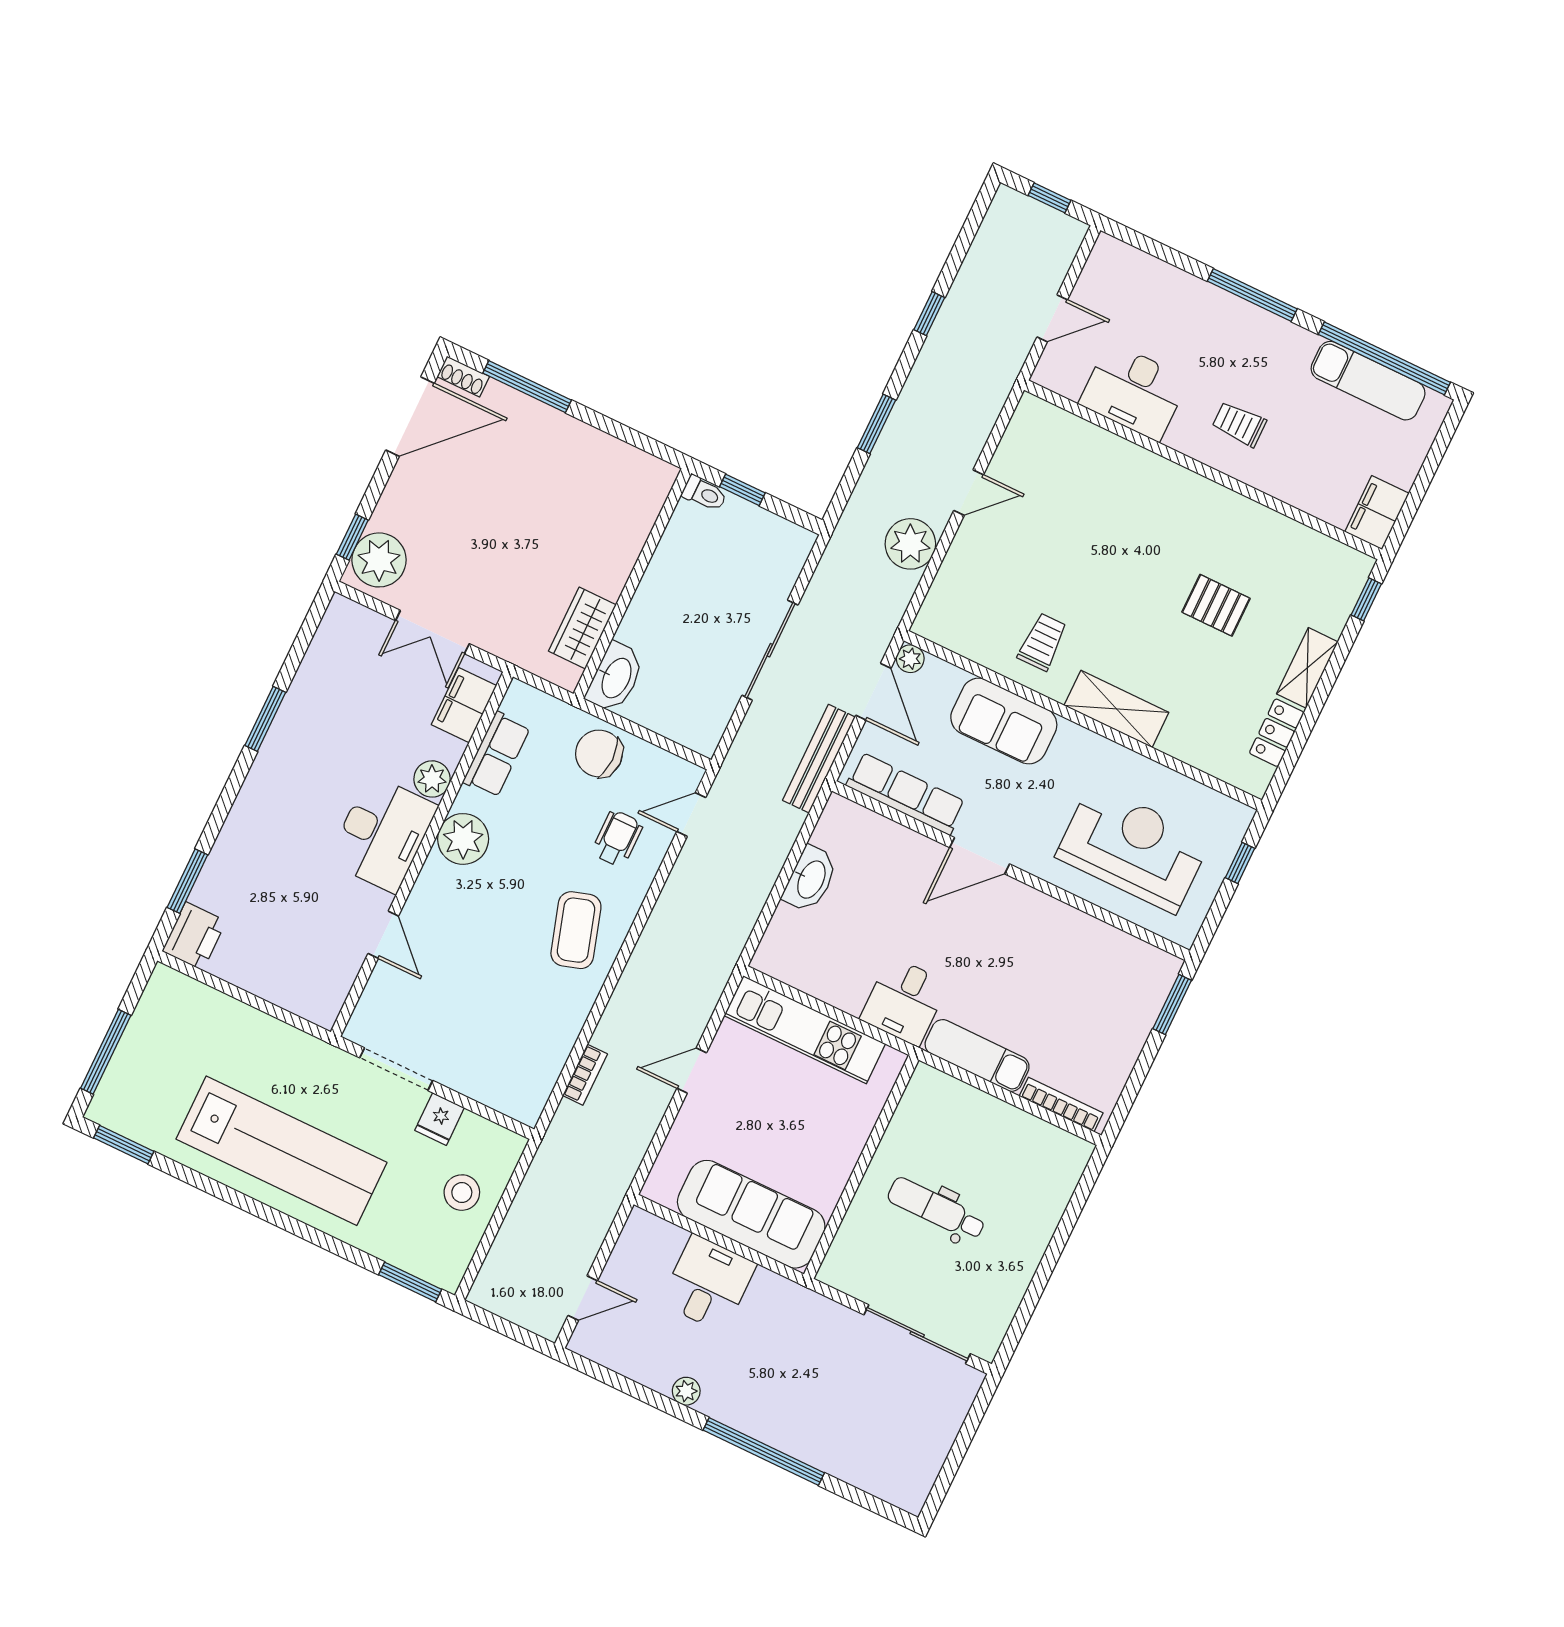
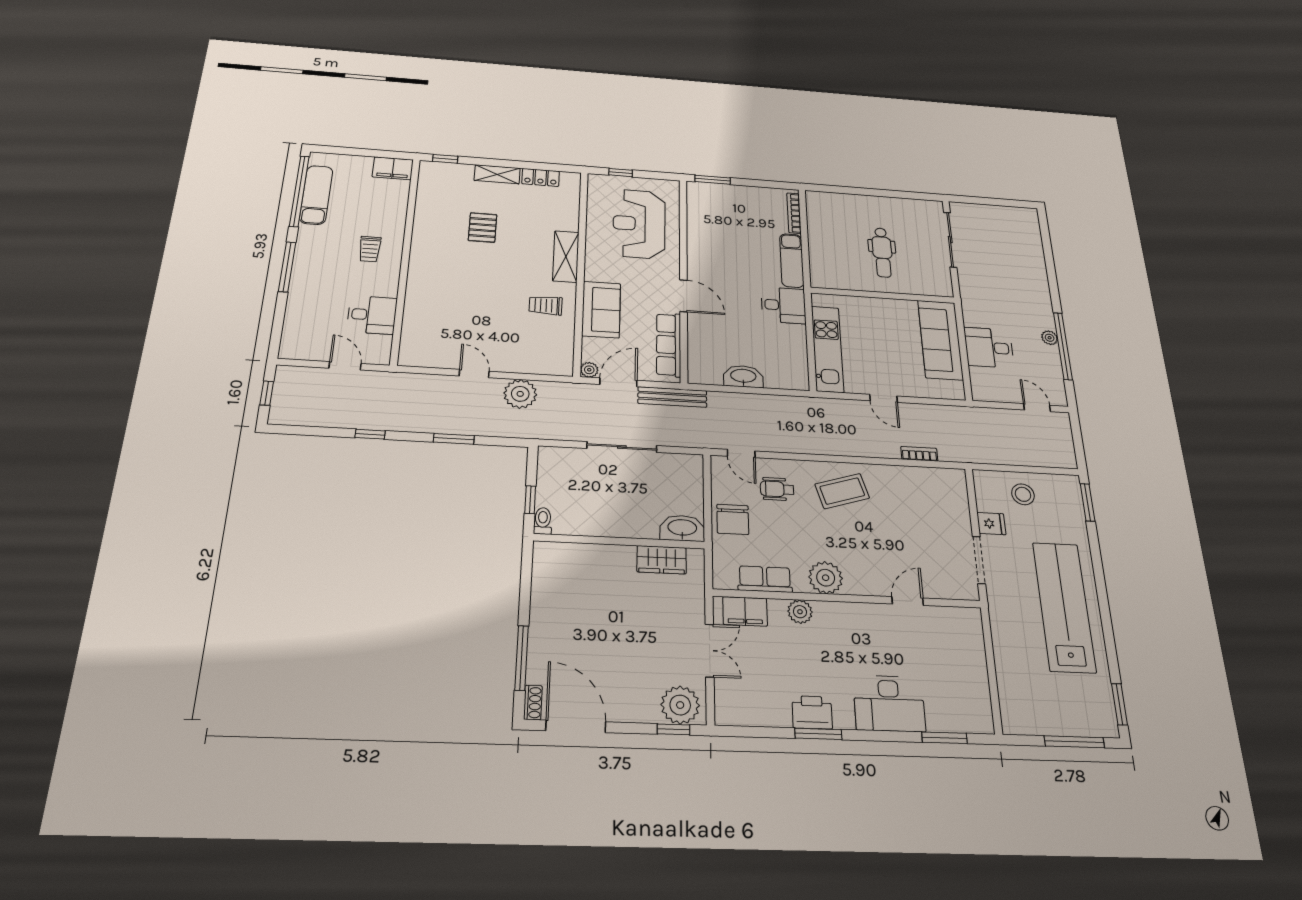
desk: (1134, 391) -> (372, 315), width x0.73
desk: (383, 834) -> (889, 703), moved, turned 180
printer: (194, 936) -> (812, 712), moved
window: (764, 1451) -> (1063, 346), moved

